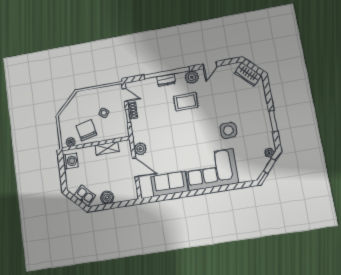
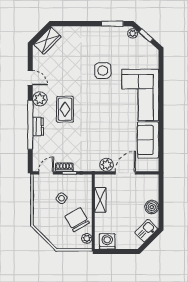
window: (273, 121) -> (112, 24), moved
chair: (86, 130) -> (77, 220), turned 73

